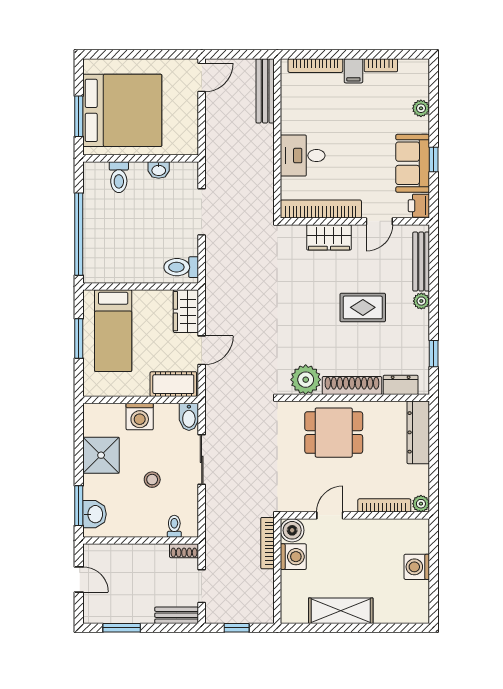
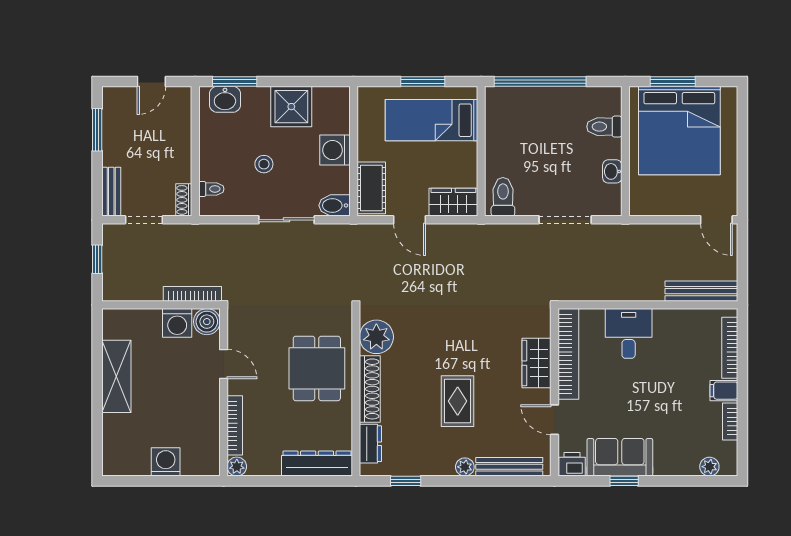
plant: (421, 108) -> (709, 467), moved

